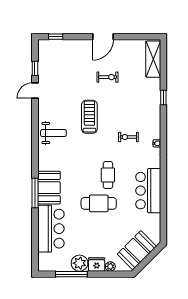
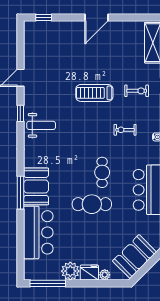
window: (35, 68) -> (20, 113), moved
exercise bike: (108, 77) -> (137, 91), moved
treadmill: (89, 117) -> (94, 93), moved, turned -90
window: (71, 274) -> (48, 283), moved

